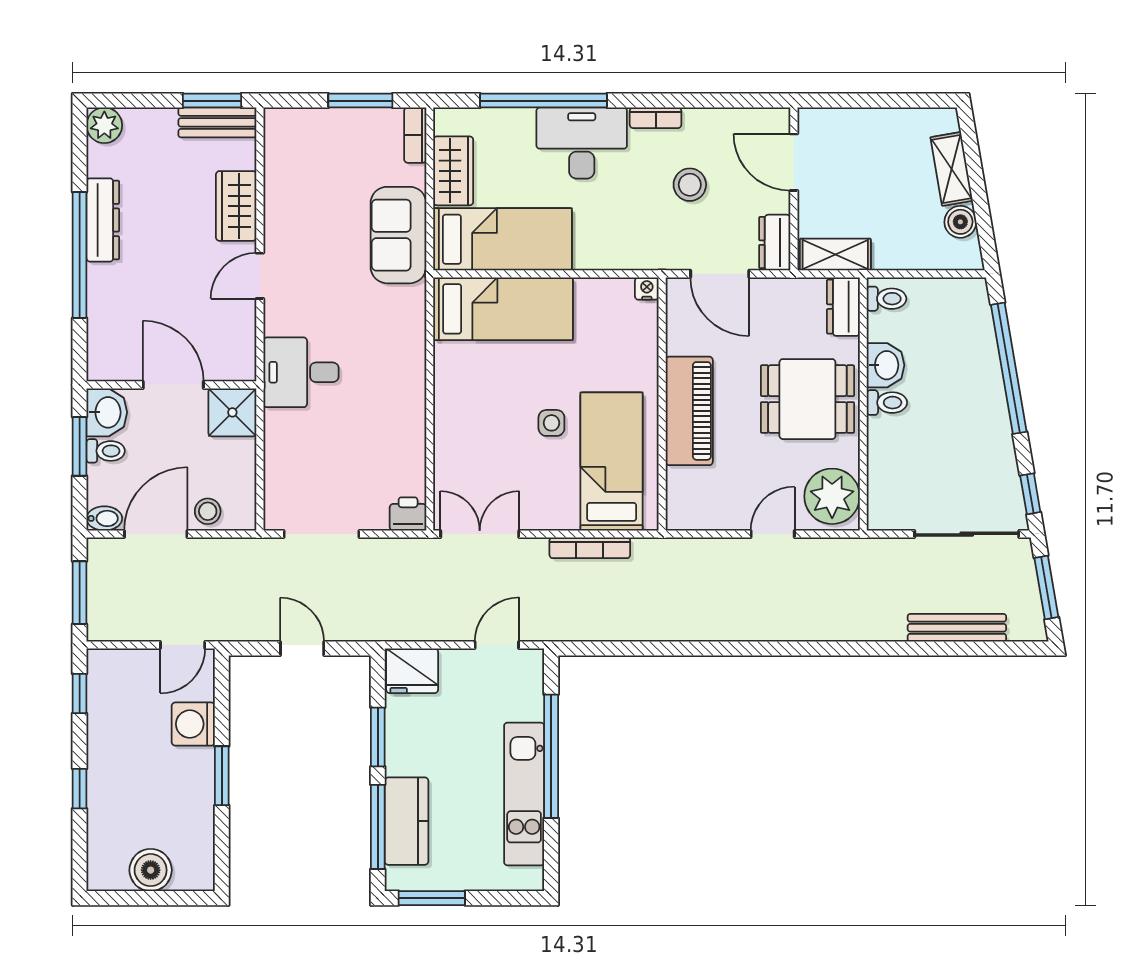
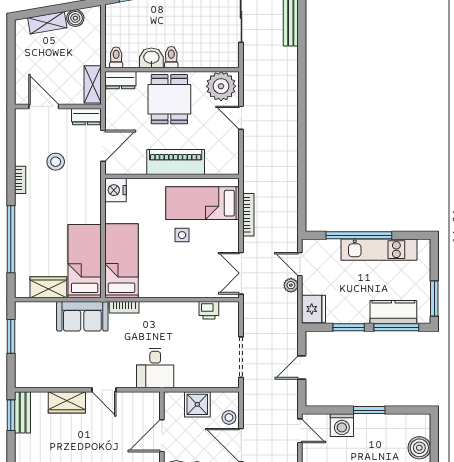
bookcase: (415, 135) -> (124, 307), moved
desk: (582, 143) -> (34, 219), removed
door: (794, 162) -> (44, 106), swing flipped
nightstand: (647, 289) -> (115, 190), width x1.89, depth x1.79
shower: (232, 412) -> (197, 404), moved
printer: (408, 514) -> (209, 310), moved, turned -90
plant: (457, 628) -> (291, 285), added

